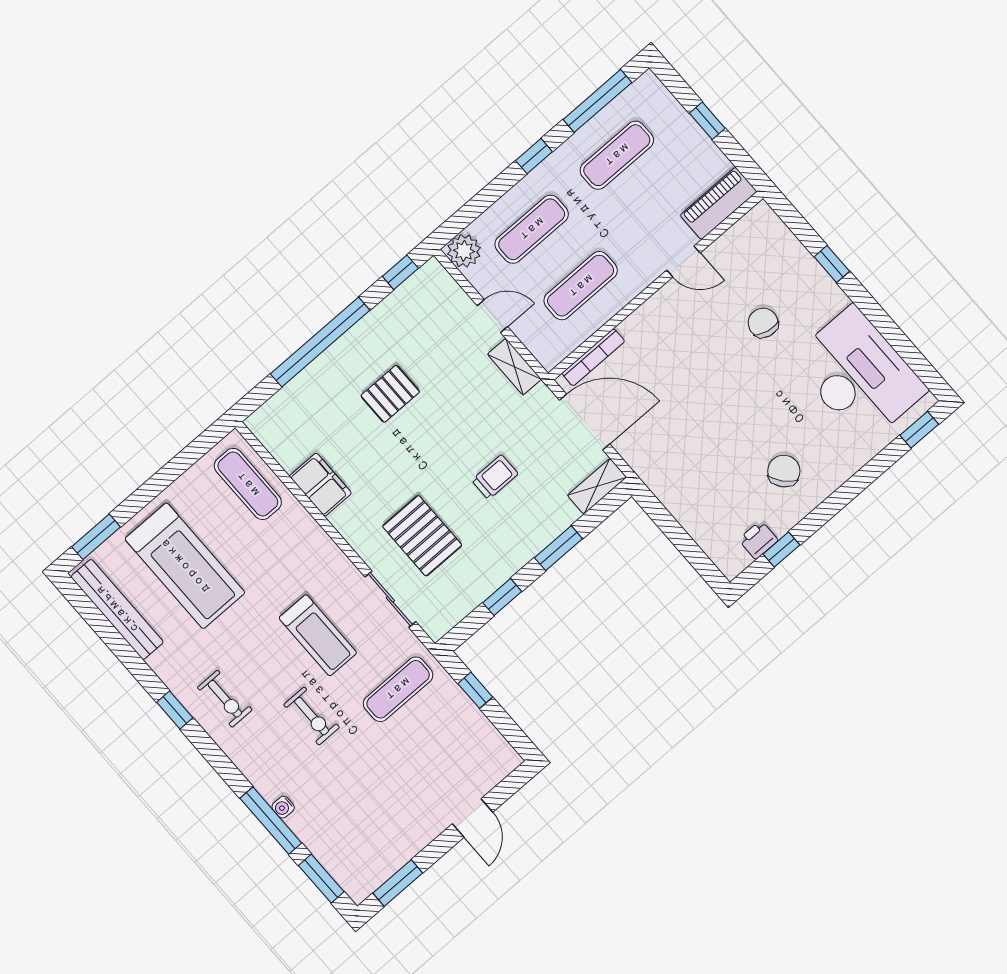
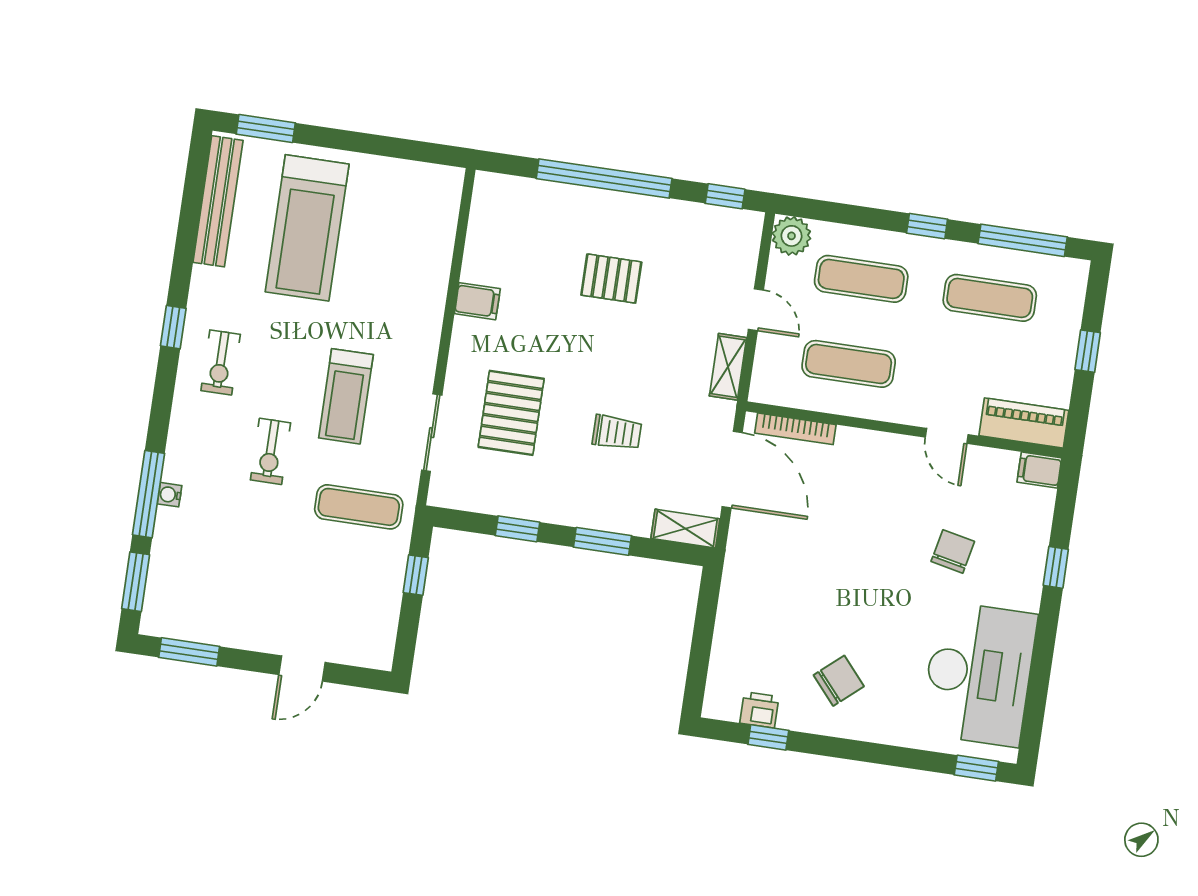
filing cabinet: (758, 220) -> (1039, 470), added
exercise mat: (248, 484) -> (426, 222), removed
filing cabinet: (321, 485) -> (477, 301), width x0.50

